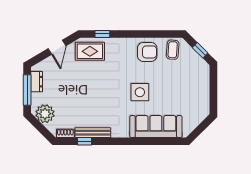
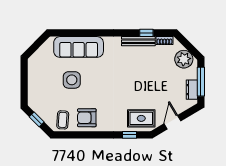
side table: (140, 92) -> (72, 80), moved

